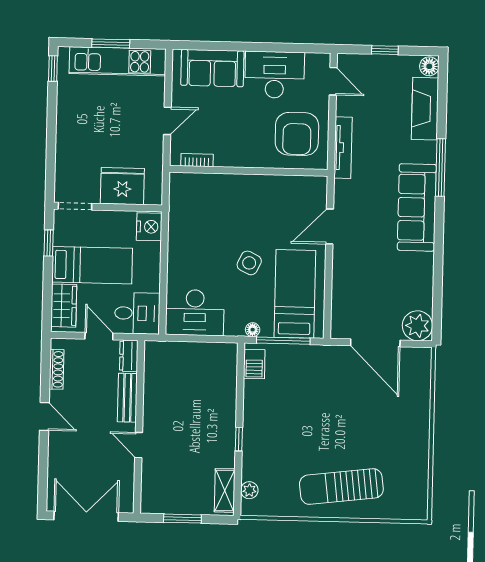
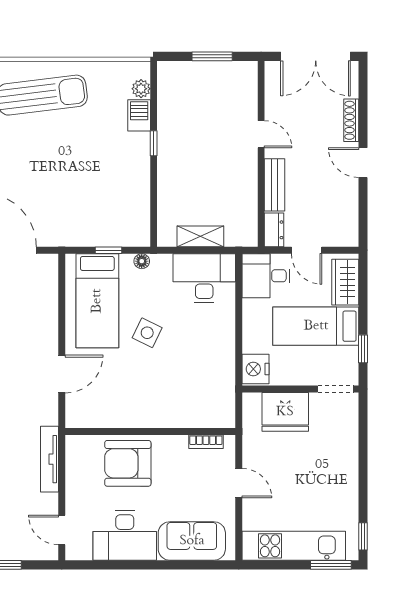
window: (111, 43) -> (331, 565), moved
door: (167, 121) -> (239, 483), swing flipped
armchair: (297, 134) -> (128, 463), moved, turned -90
window: (283, 341) -> (109, 250), width x0.46
barbecue: (254, 364) -> (139, 115), moved
shoe rack: (57, 369) -> (351, 120), moved
shelving: (225, 490) -> (200, 236), moved, turned 90

